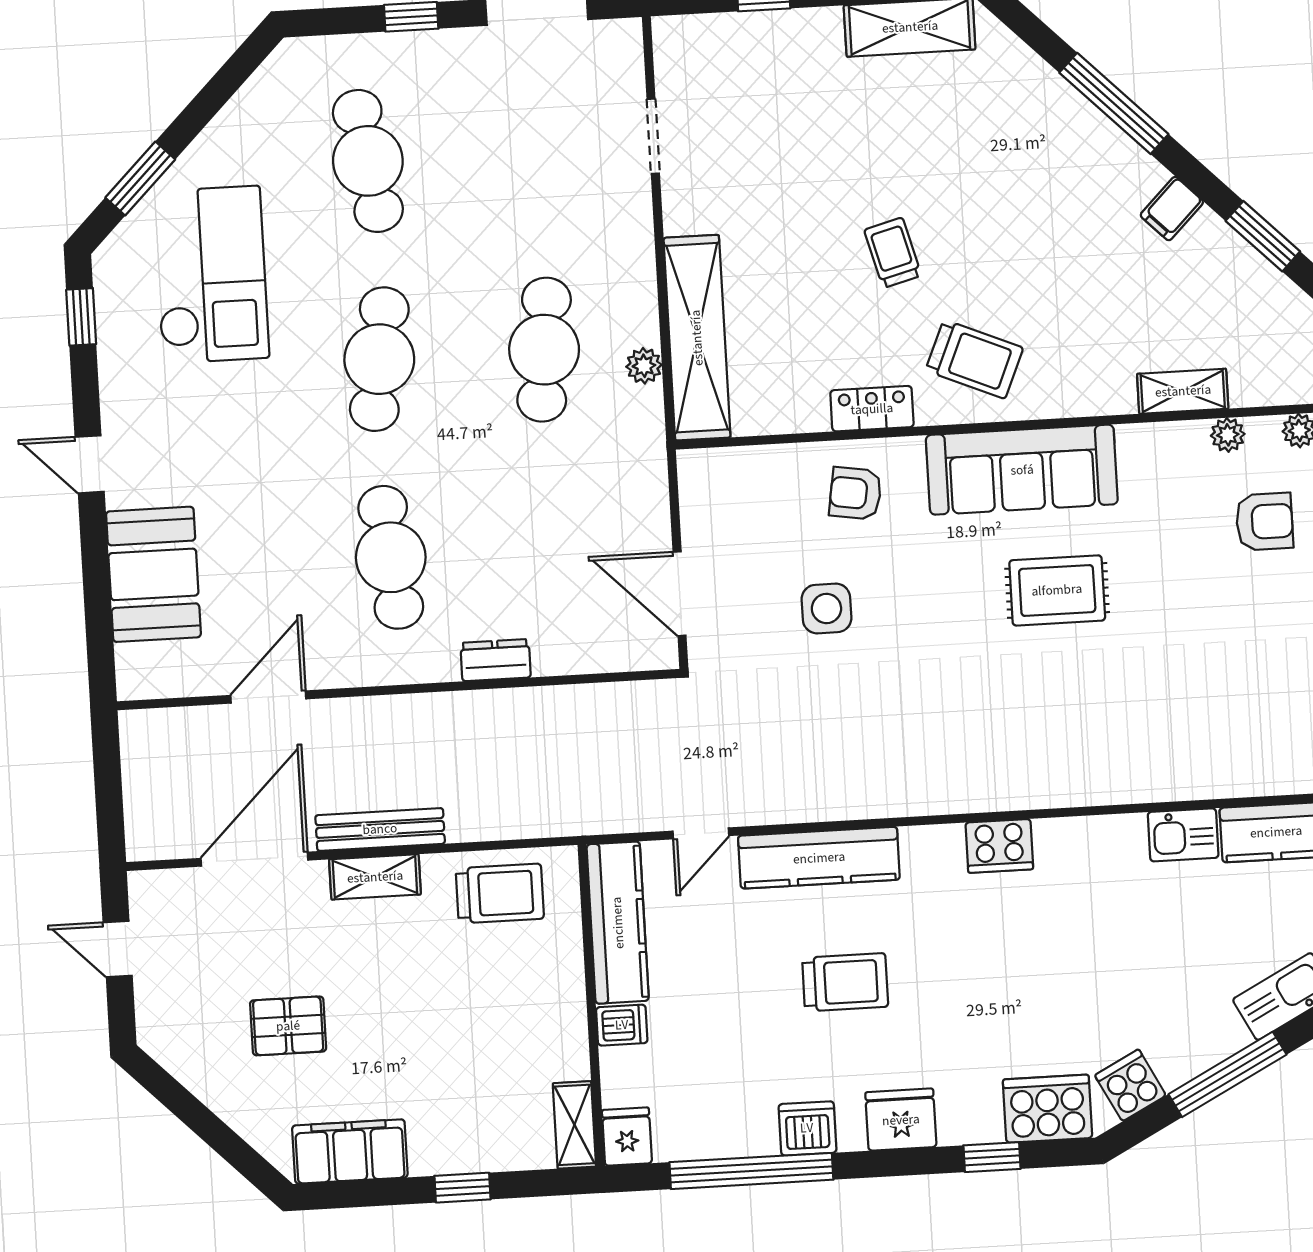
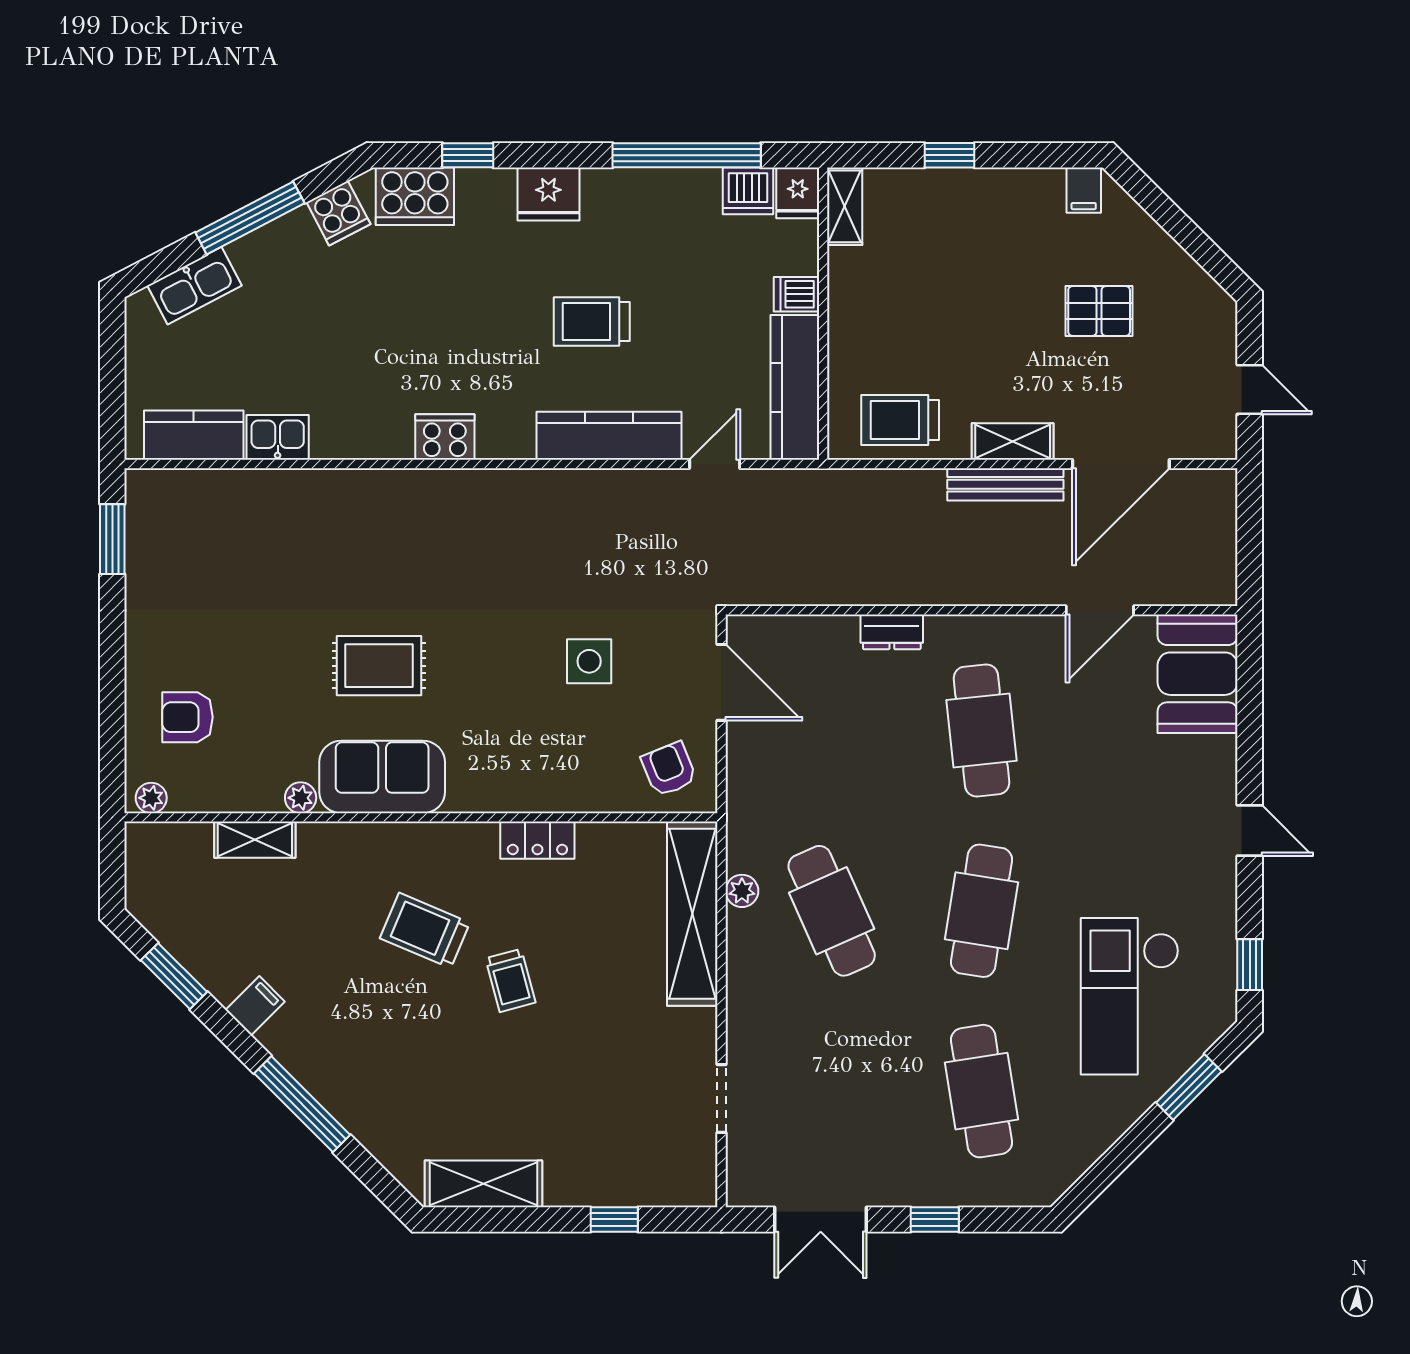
cafe table: (544, 350) -> (832, 911), turned -30
trolley: (974, 359) -> (425, 930), moved
plant: (1228, 435) -> (301, 798), moved
sofa: (1022, 470) -> (382, 777), width x0.73
armchair: (855, 493) -> (669, 769), moved, turned -121
booth: (153, 574) -> (1198, 674), moved
dishwasher: (807, 1128) -> (748, 191), moved
filing cabinet: (350, 1151) -> (1084, 190), width x0.33, depth x0.86

